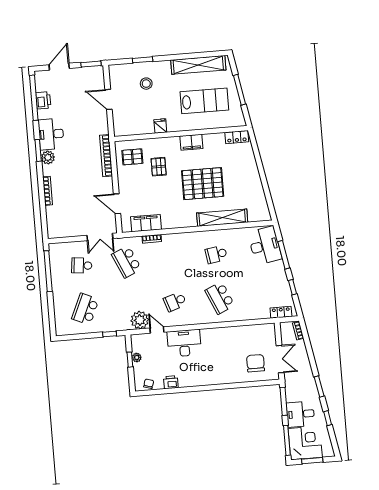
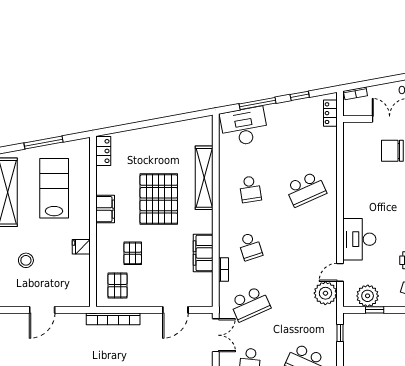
pallet: (159, 167) -> (133, 253), turned 90
filing cabinet: (146, 223) -> (203, 253), moved
school desk: (175, 302) -> (250, 247), moved
plant: (137, 357) -> (368, 296), width x1.88, depth x1.88

